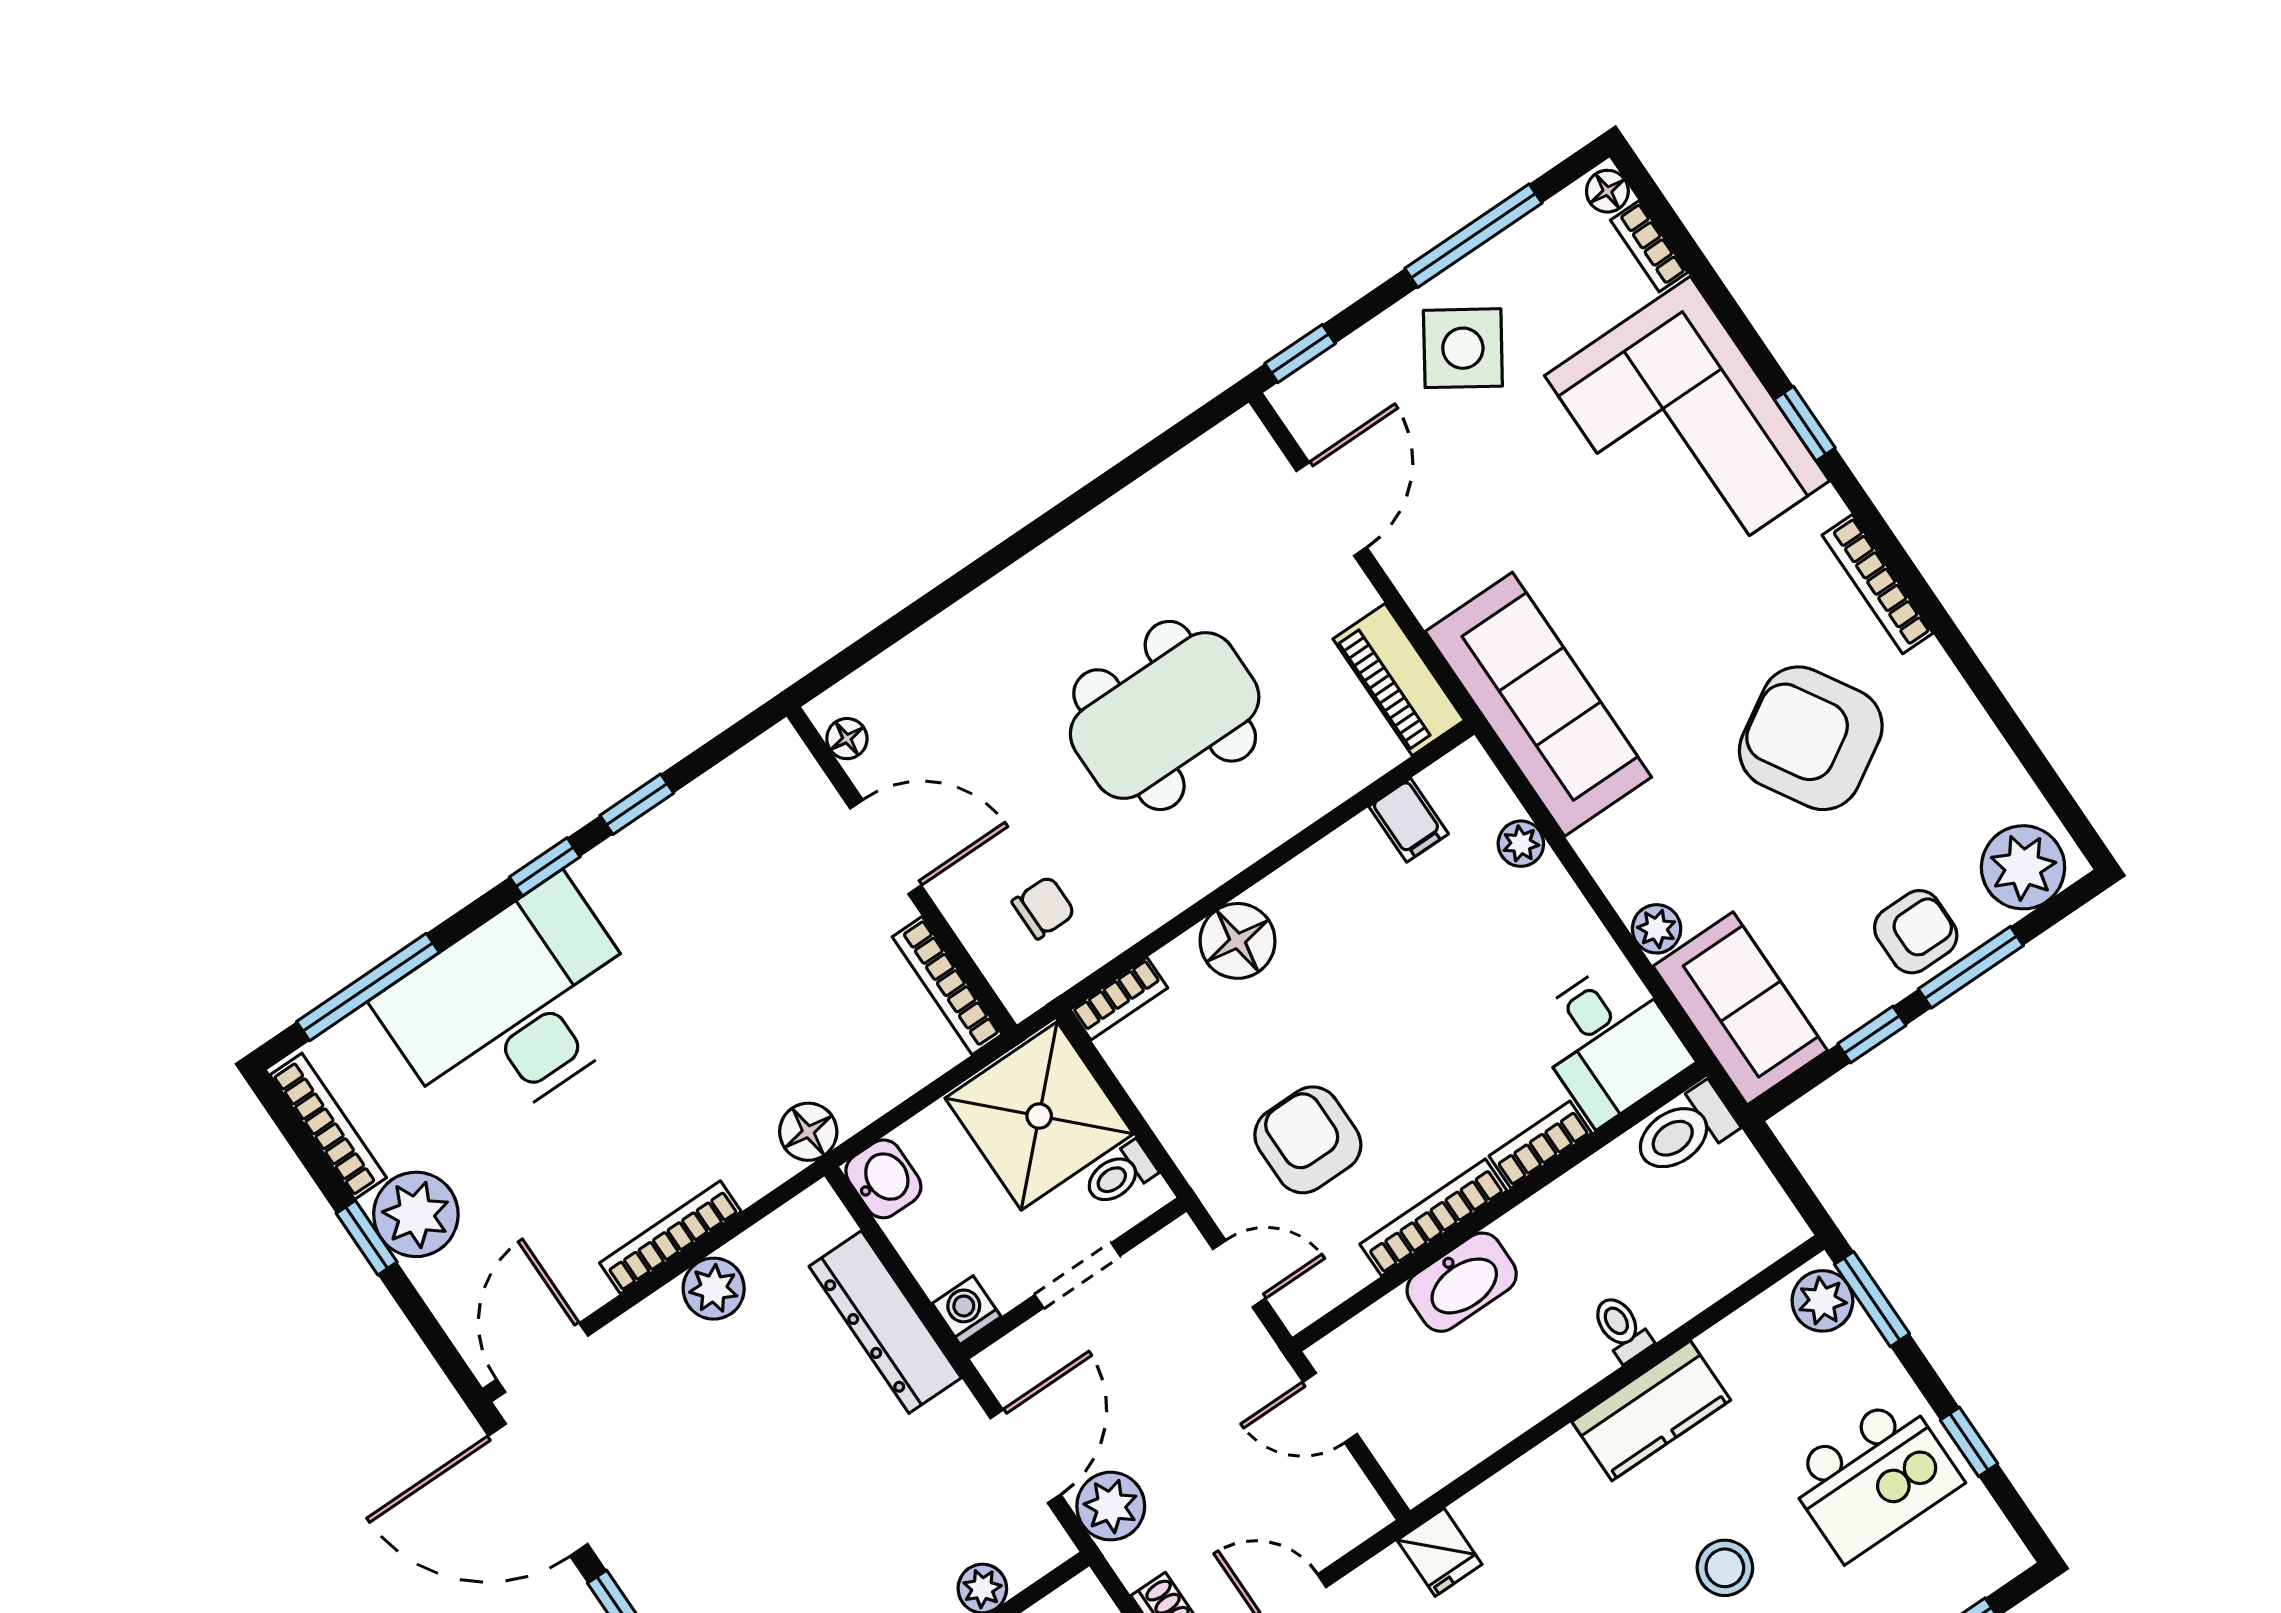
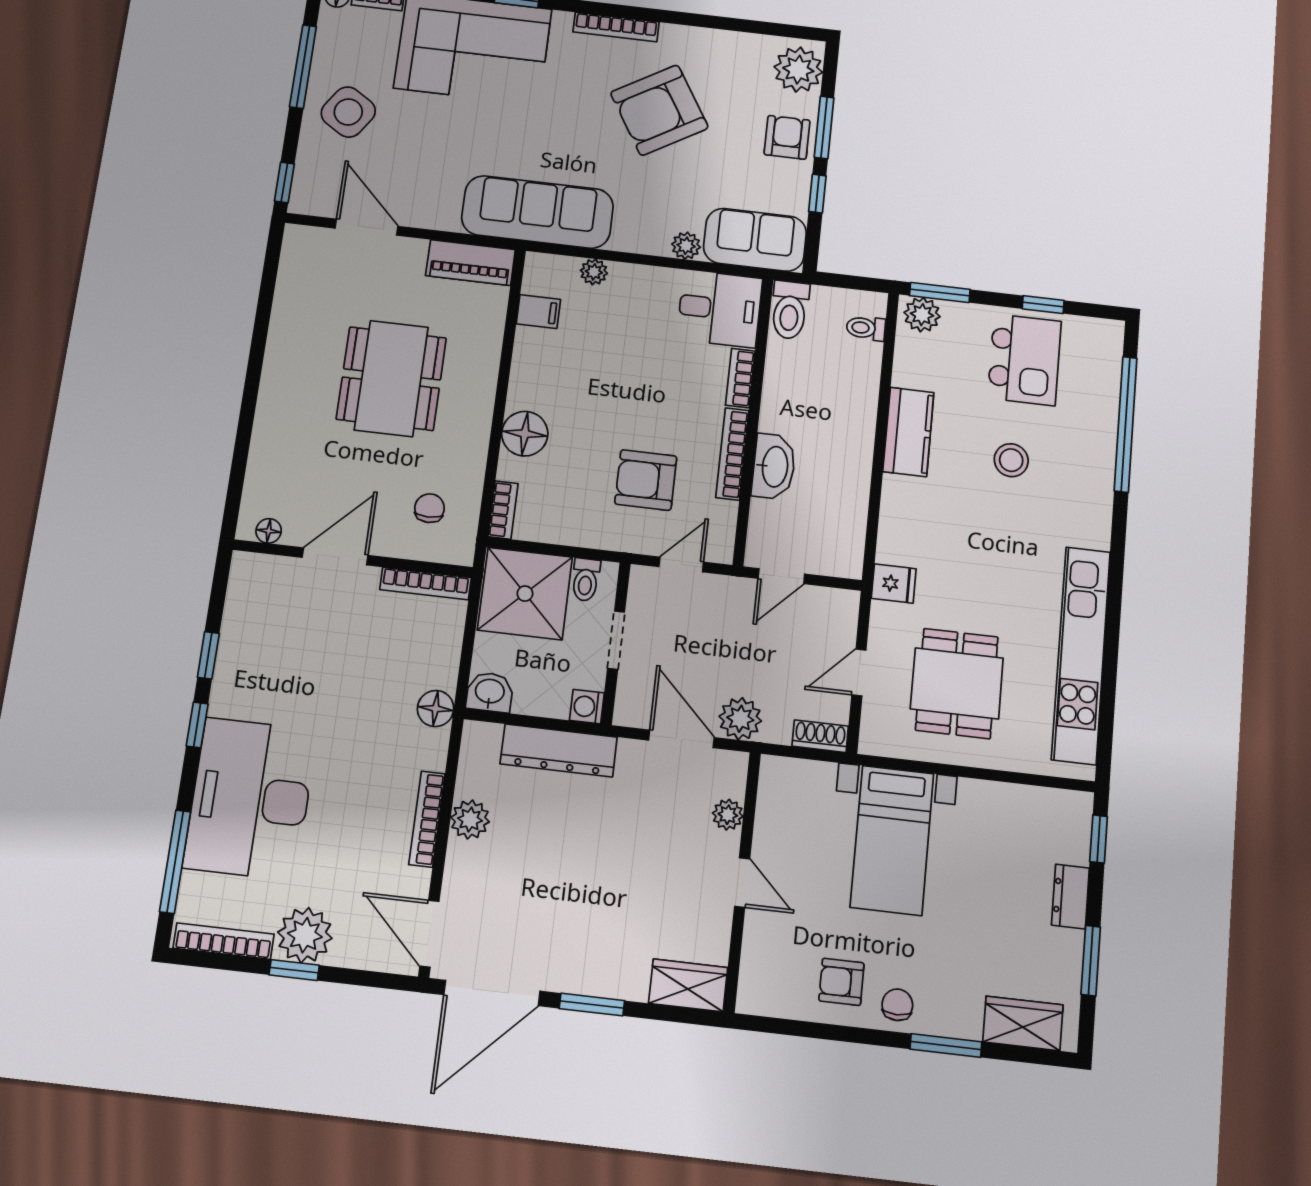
toilet: (1621, 1328) -> (866, 328), moved

